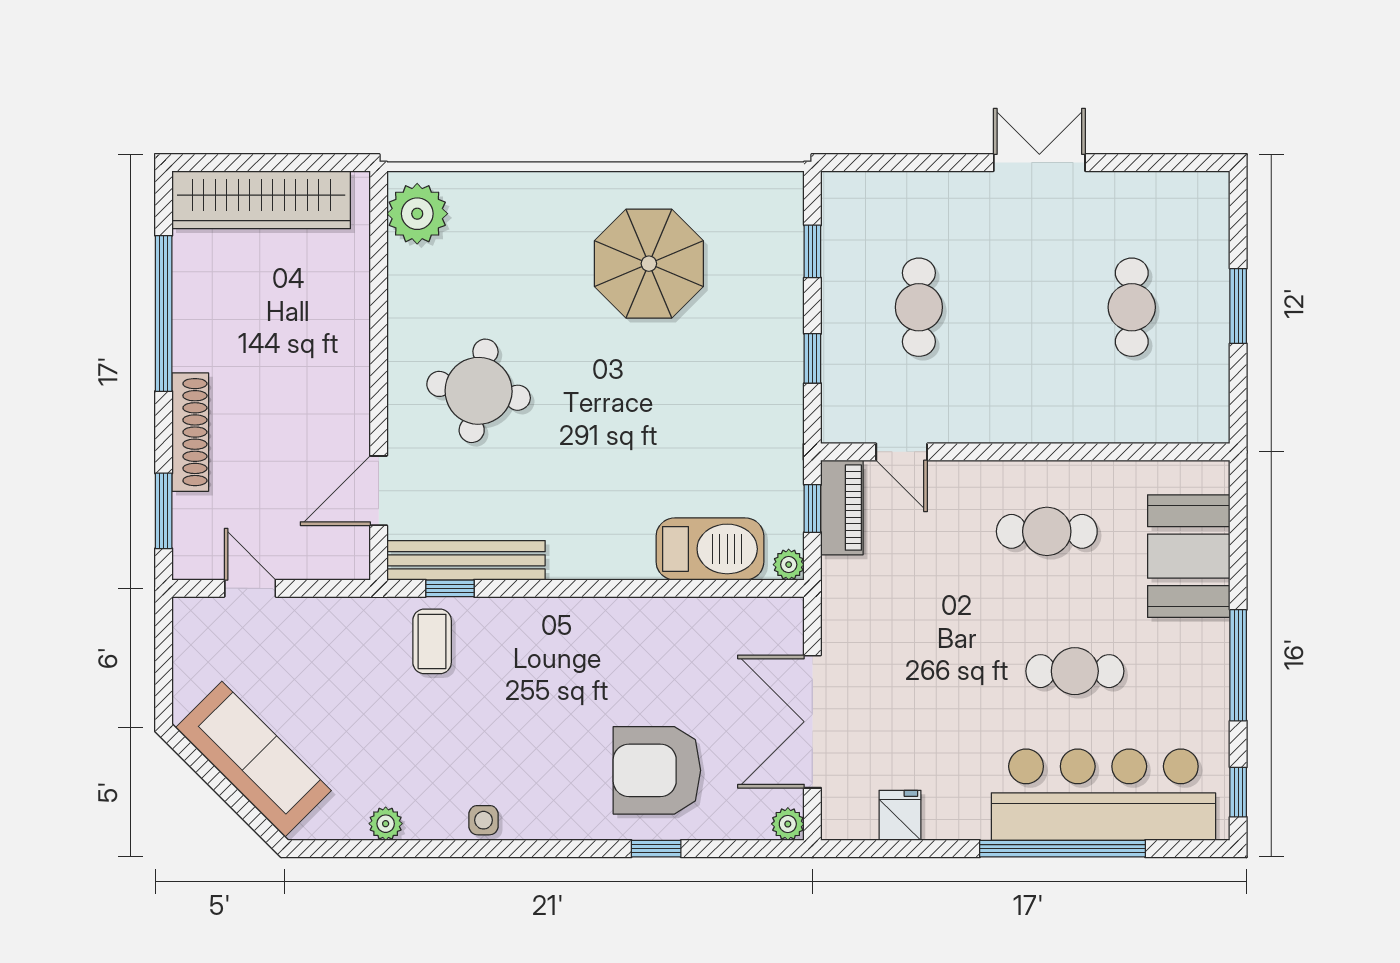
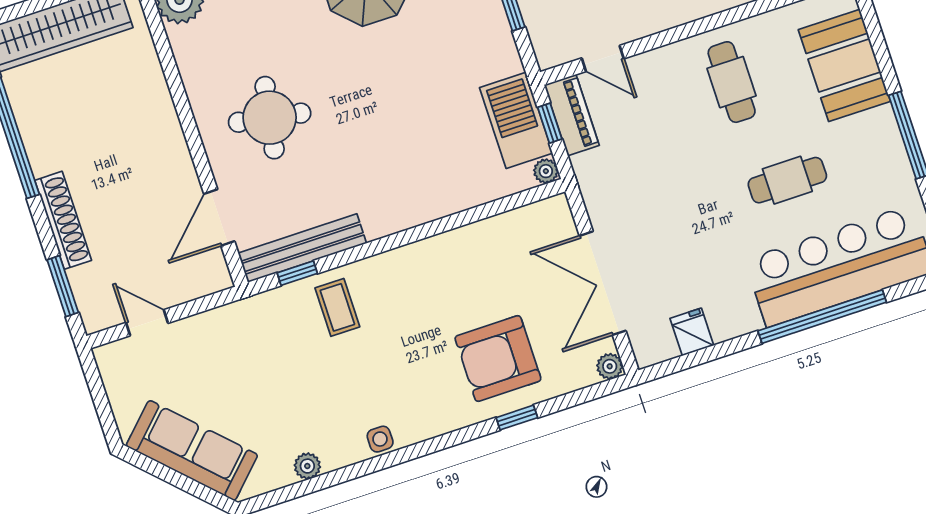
cafe table: (1047, 531) -> (732, 82), turned 90
barbecue: (710, 549) -> (516, 120), moved, turned -90
coffee table: (432, 641) -> (337, 307), moved

